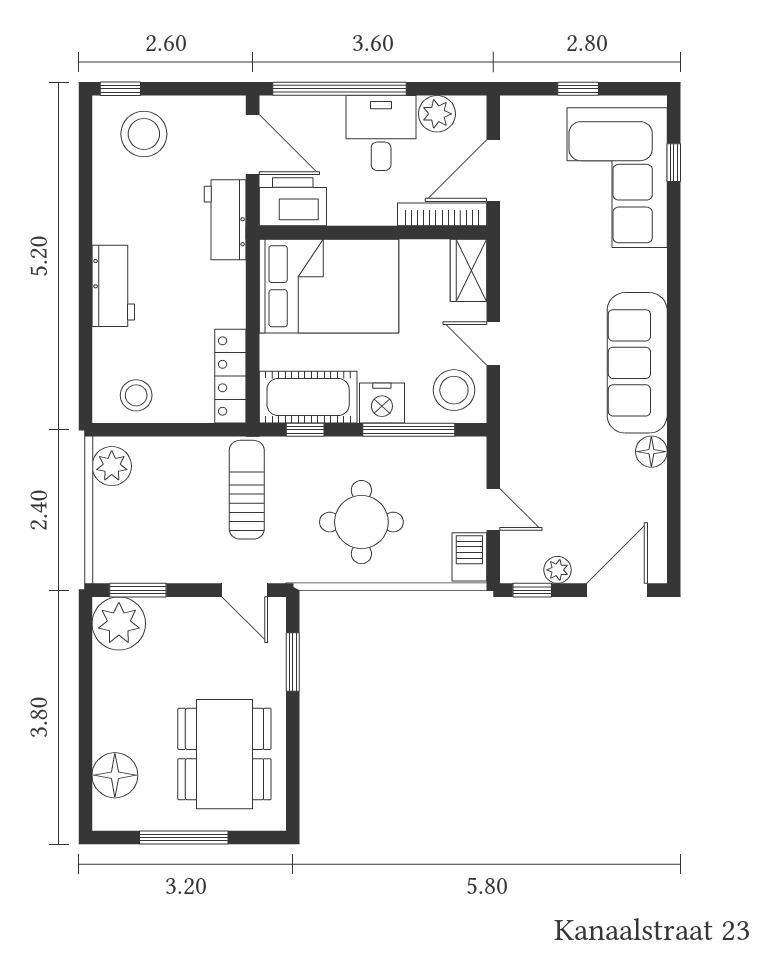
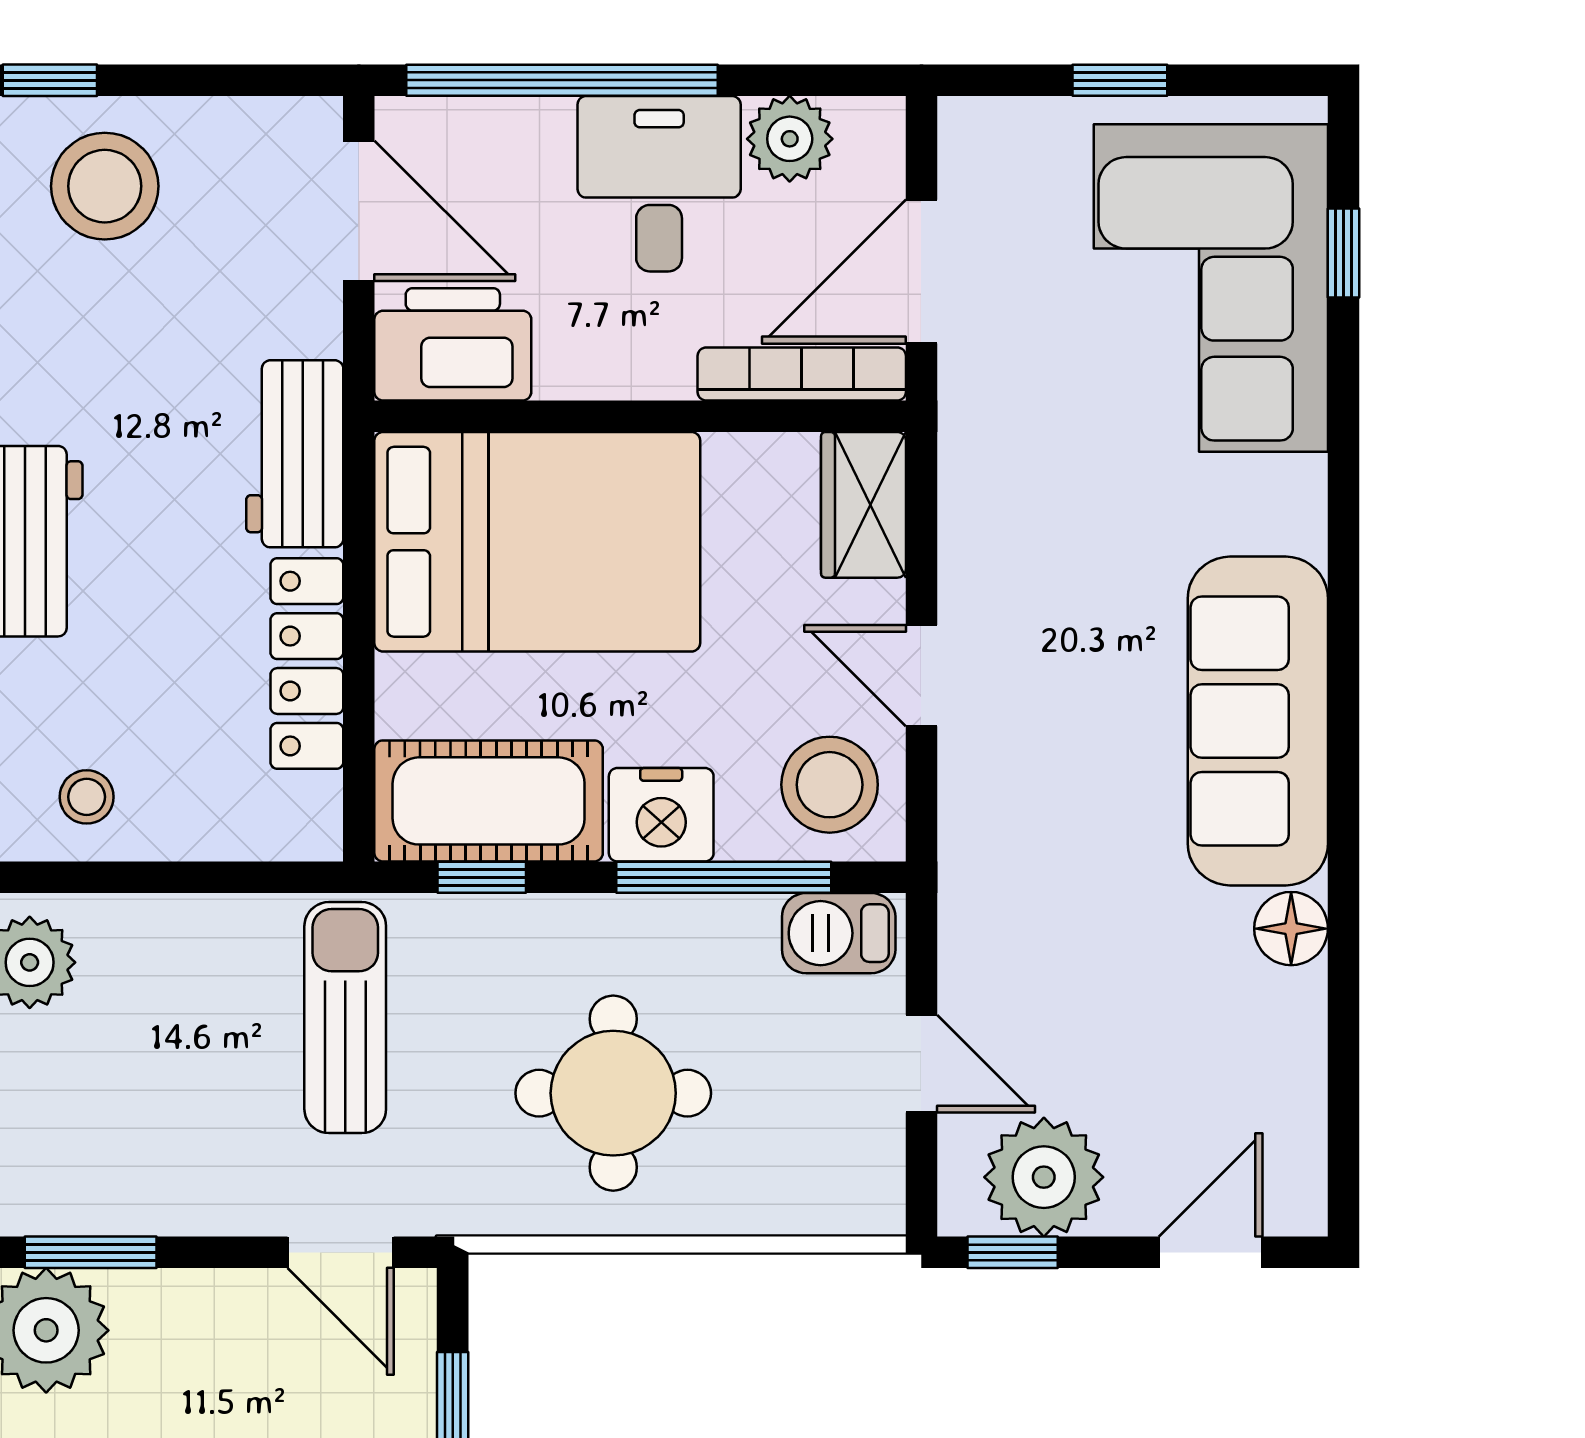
workbench: (225, 220) -> (295, 454), moved
locker: (230, 376) -> (307, 664), moved
stool: (136, 395) -> (87, 797), width x0.73, depth x0.73
barbecue: (469, 557) -> (839, 933), moved, turned -90
plant: (557, 570) -> (1044, 1177), width x1.87, depth x1.87
door: (617, 590) -> (1211, 1252), width x0.73

